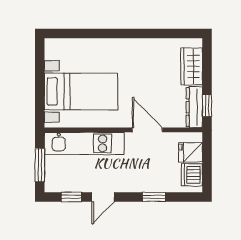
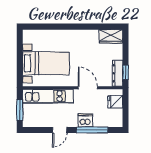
wardrobe: (192, 66) -> (111, 36), moved, turned -90
dishwasher: (192, 175) -> (85, 121), moved, turned 90
window: (72, 197) -> (40, 130), removed
window: (154, 197) -> (92, 130), width x2.17

